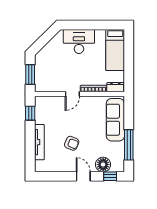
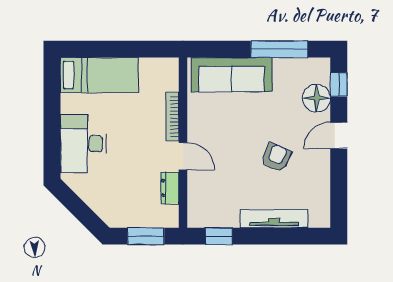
dresser: (115, 87) -> (170, 188), moved

